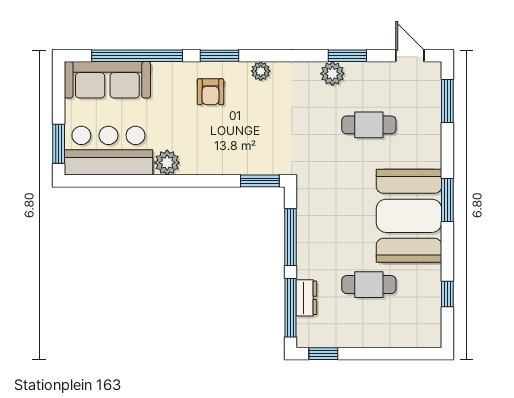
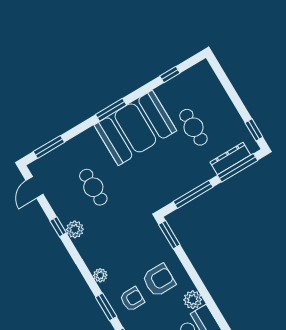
window: (347, 56) -> (58, 227), width x0.67
armchair: (214, 136) -> (159, 280), added
dresser: (306, 298) -> (230, 158), width x1.44

